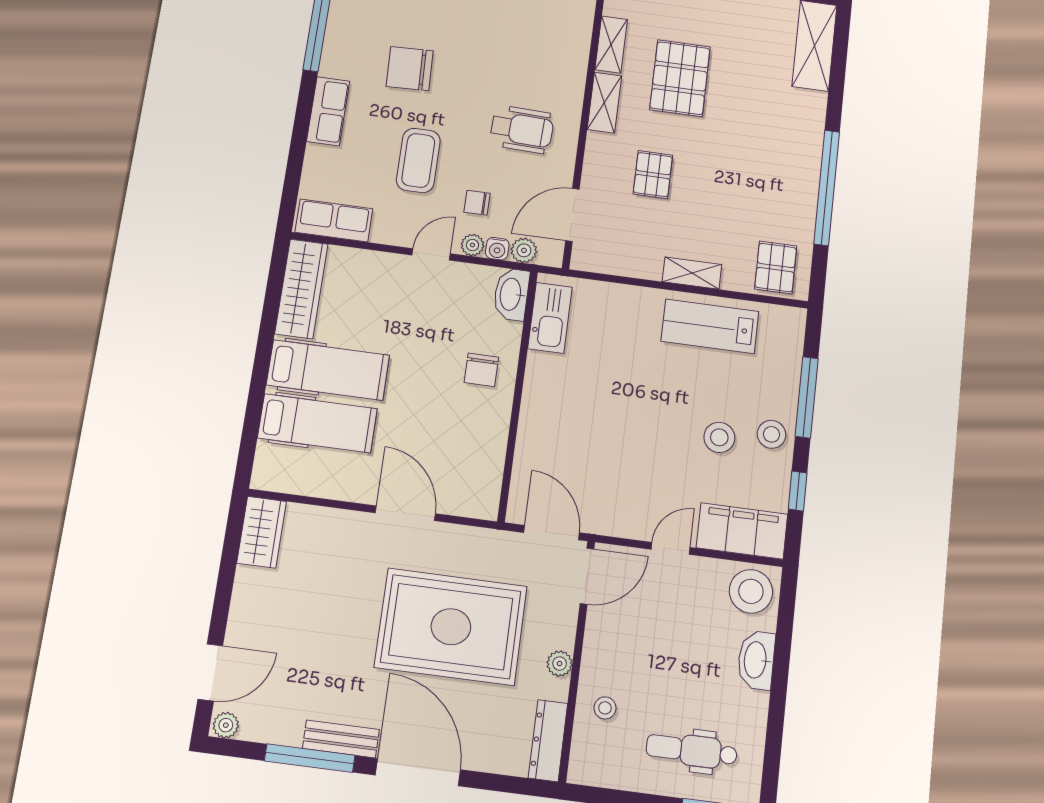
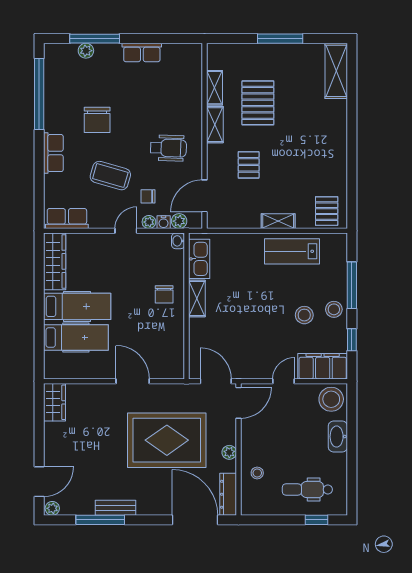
chair: (410, 69) -> (97, 120), turned -88
coffee table: (418, 160) -> (110, 176), turned -74
window: (827, 188) -> (352, 159), removed
washbasin: (511, 294) -> (178, 241), width x0.52, depth x0.69
shelving: (537, 384) -> (197, 298), added
door: (418, 772) -> (195, 520), moved

